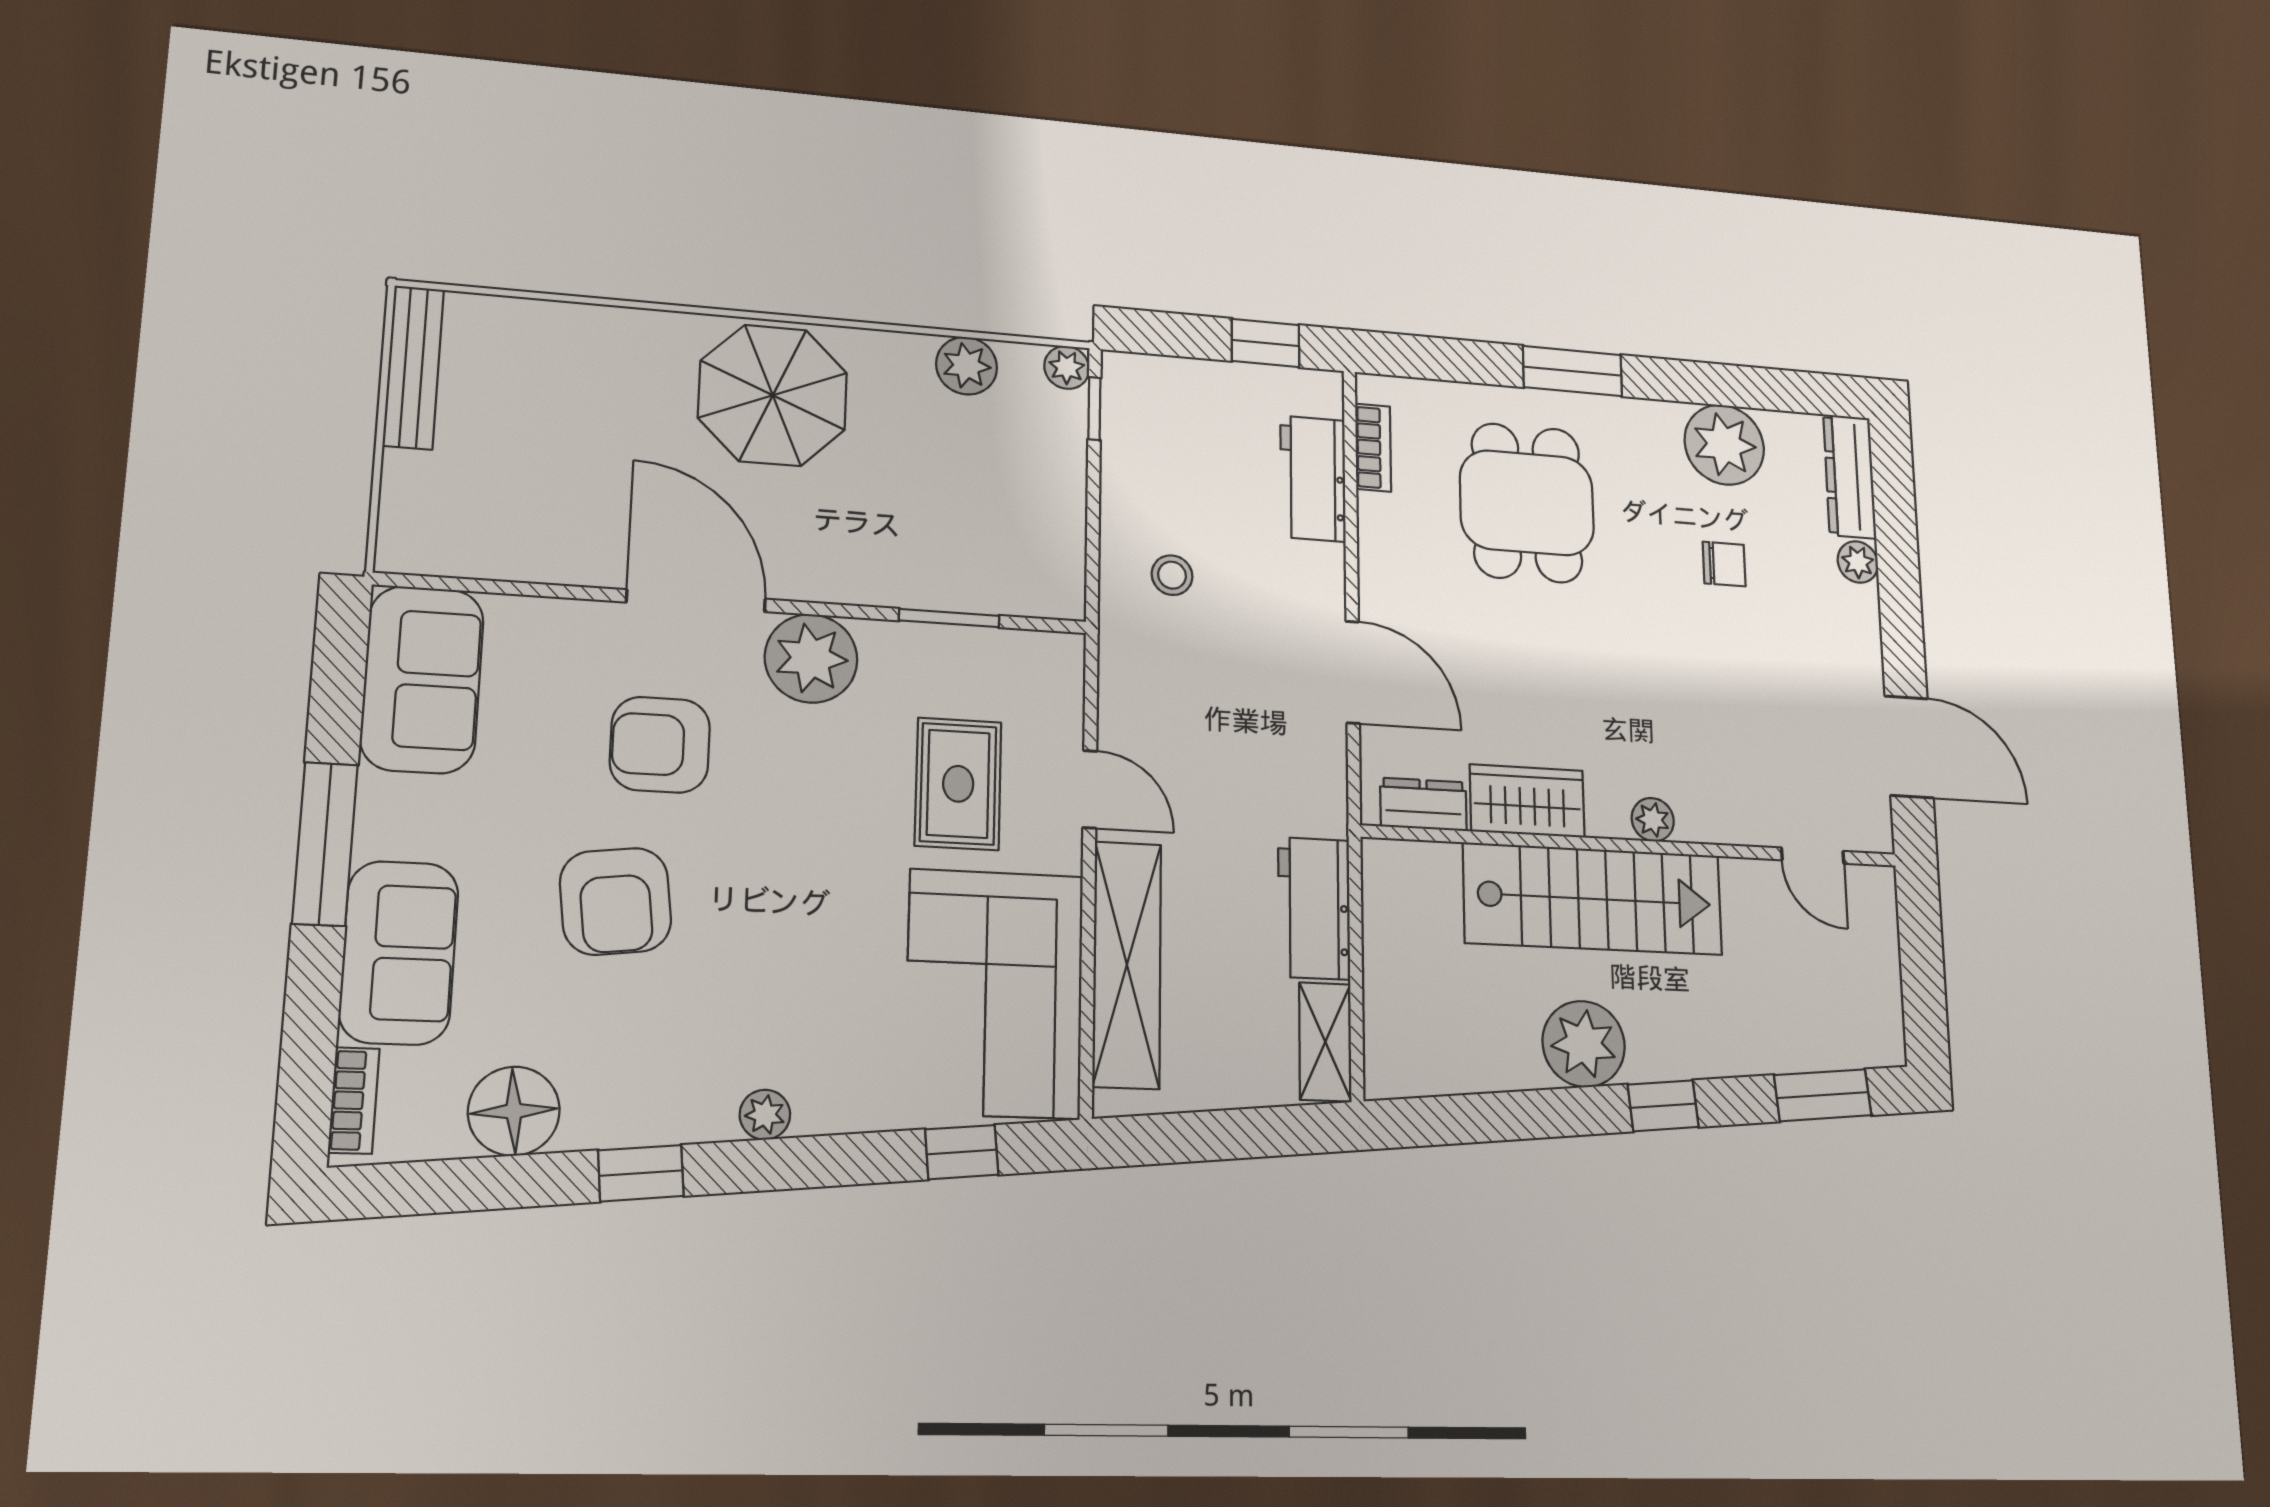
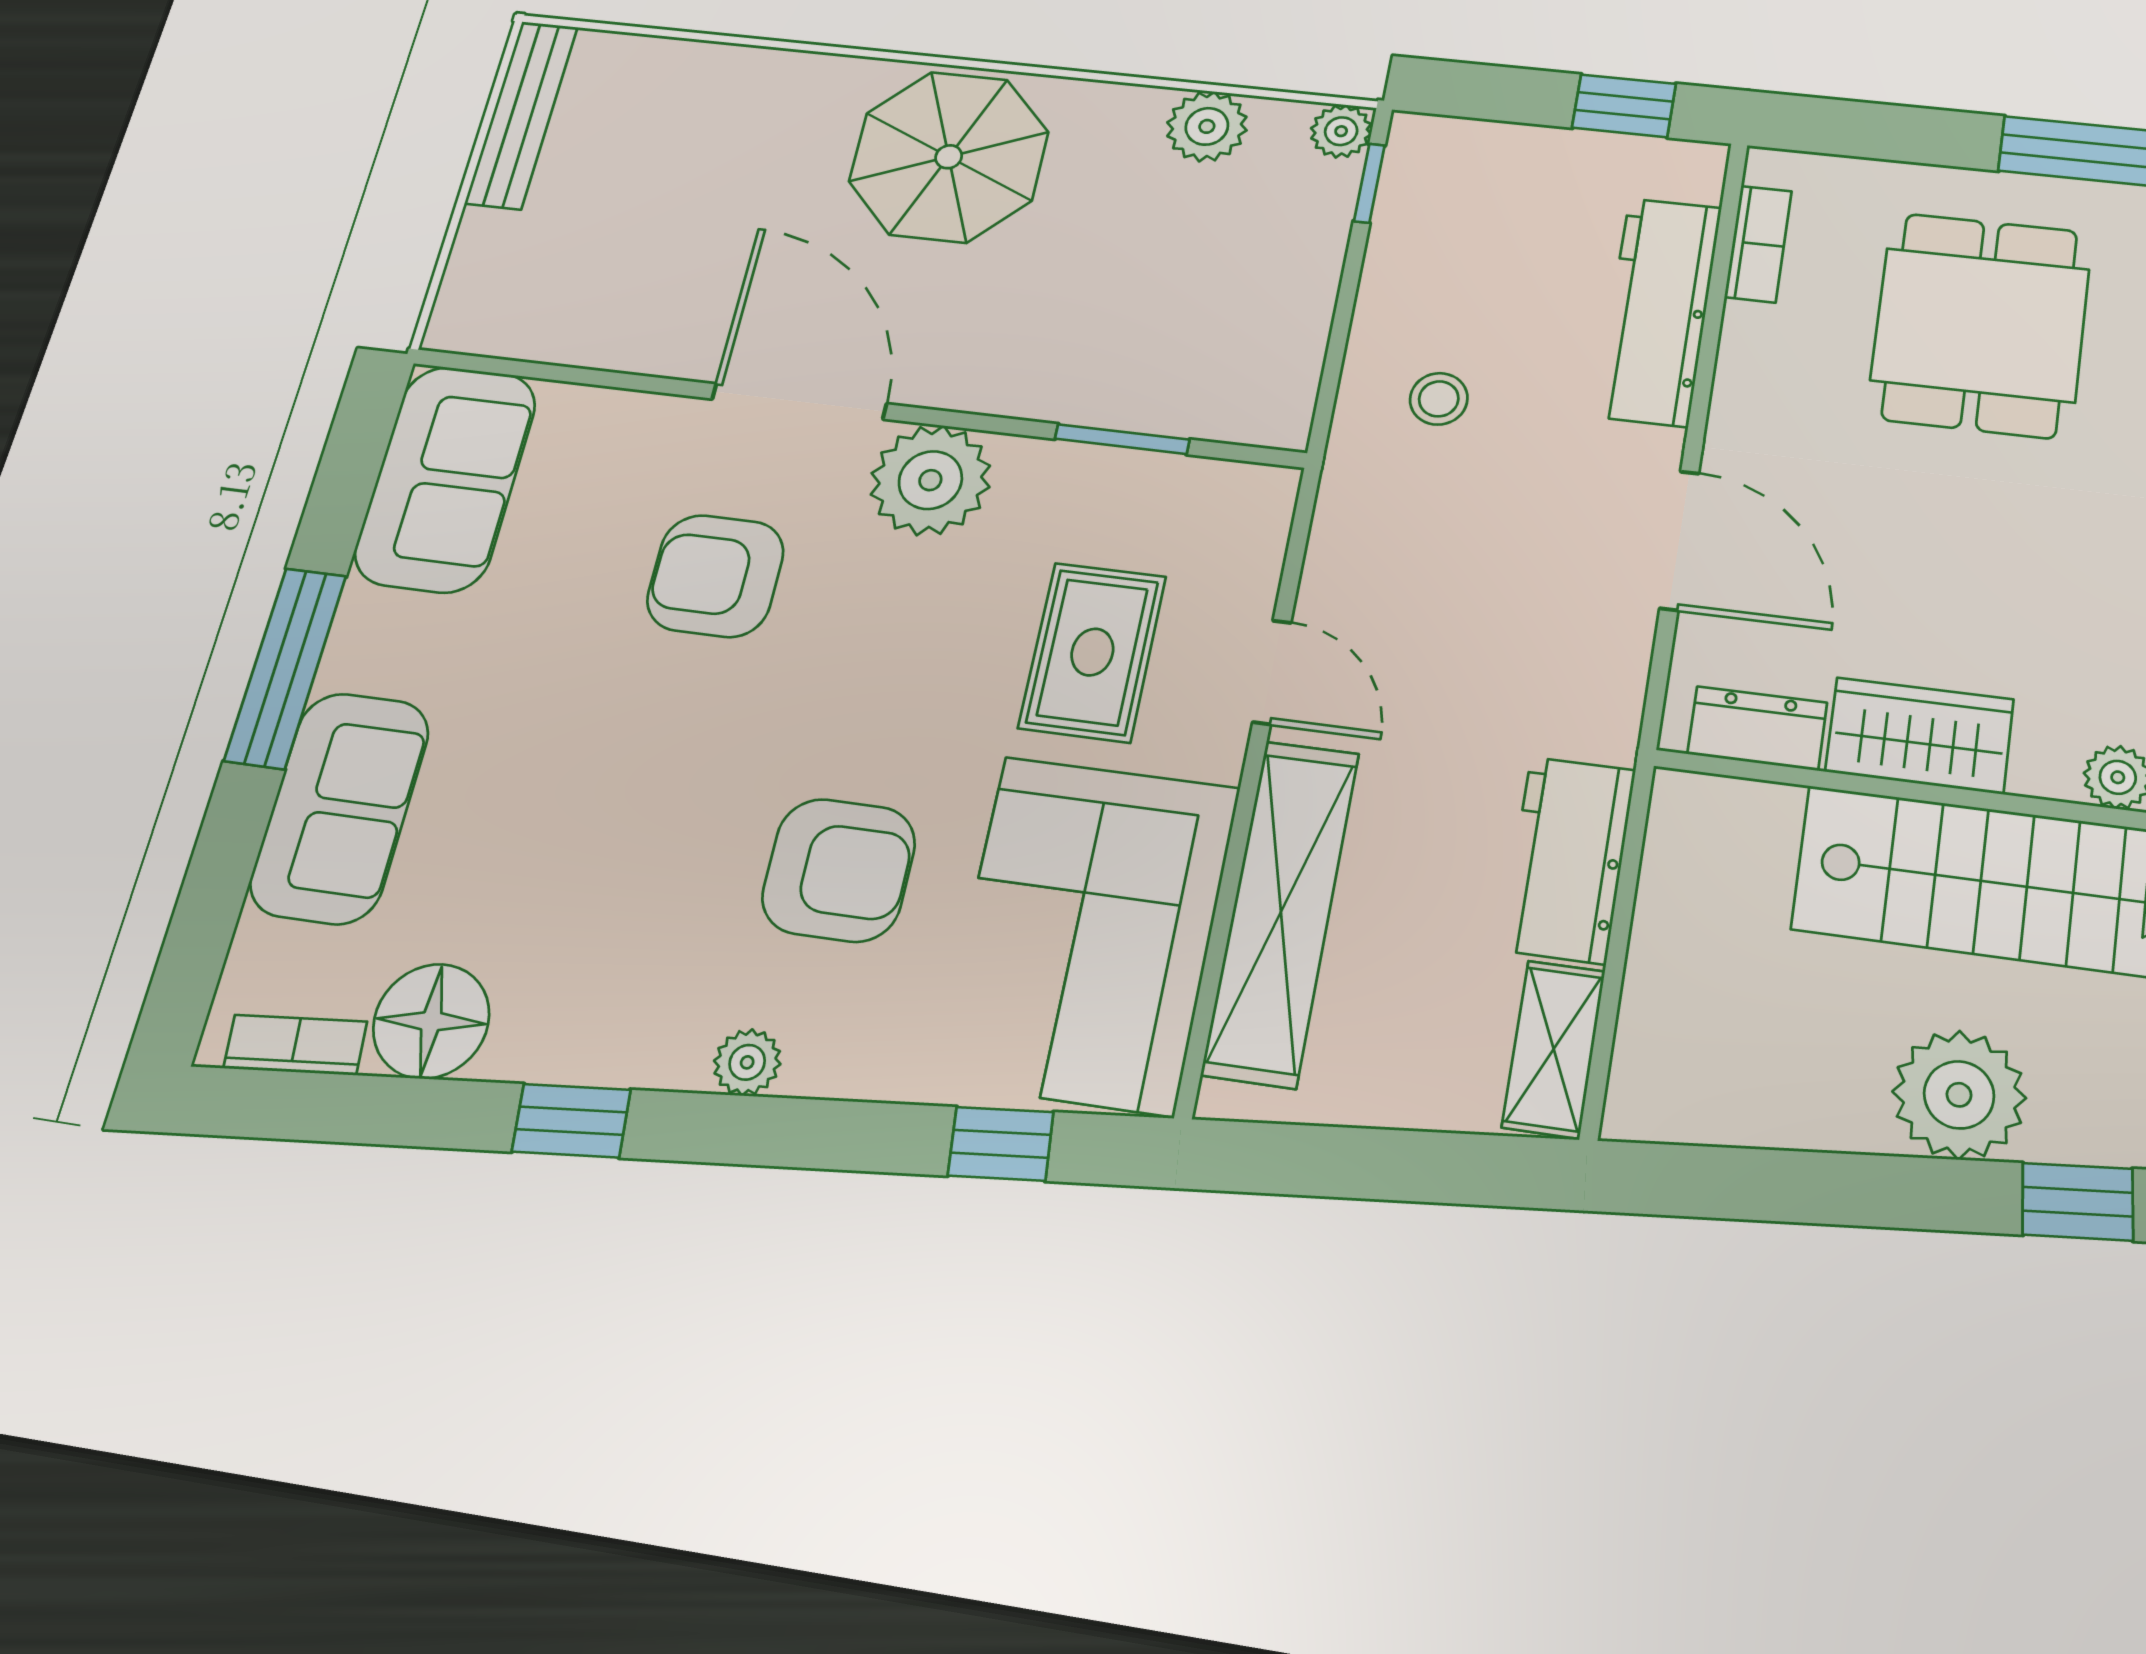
workbench: (1313, 479) -> (1658, 311), width x1.38
armchair: (616, 901) -> (839, 870), moved, turned -83
bookcase: (354, 1100) -> (295, 1045), moved, turned -95

